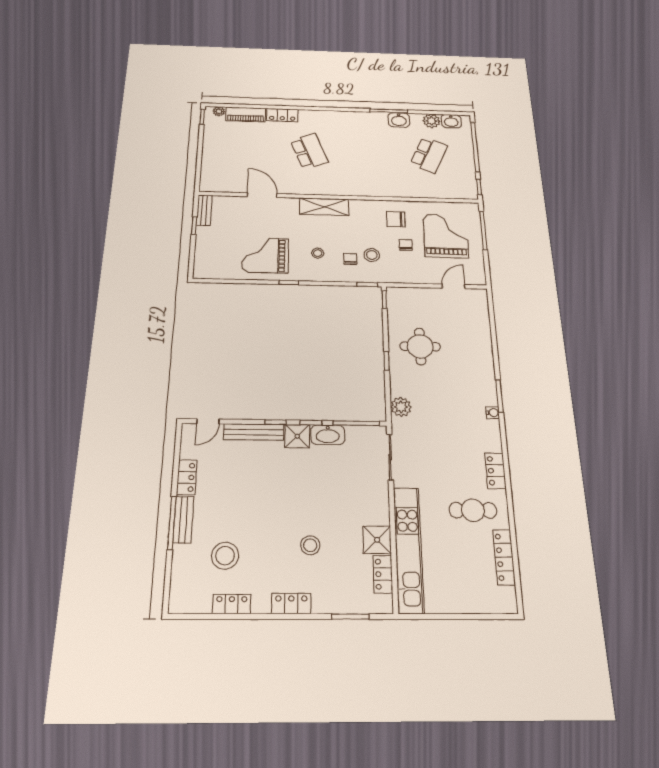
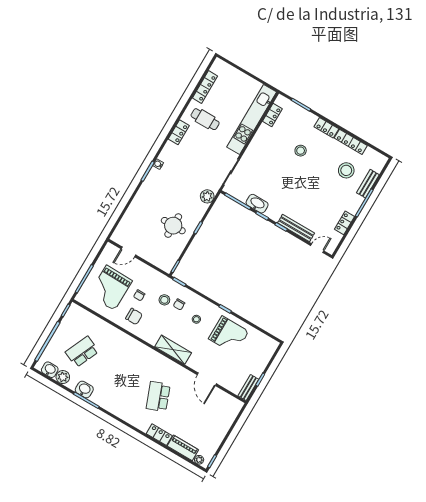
shower: (297, 436) -> (274, 212), removed
bench: (183, 520) -> (368, 184), moved
shower: (377, 540) -> (265, 133), removed
locker: (232, 604) -> (351, 142), width x1.53

